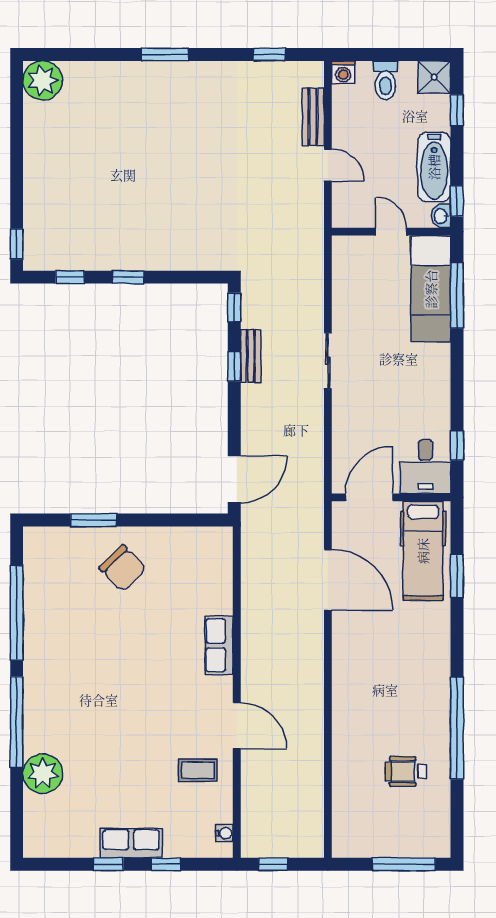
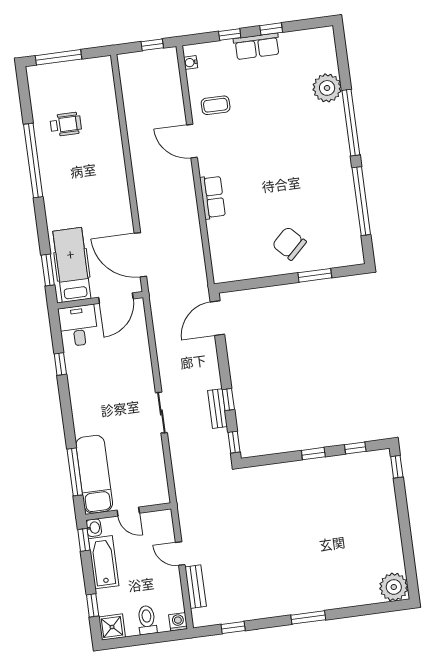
desk: (426, 467) -> (78, 326), moved
door: (369, 497) -> (116, 298), moved
wall: (391, 497) -> (100, 300), moved
hospital bed: (423, 551) -> (72, 265), moved

